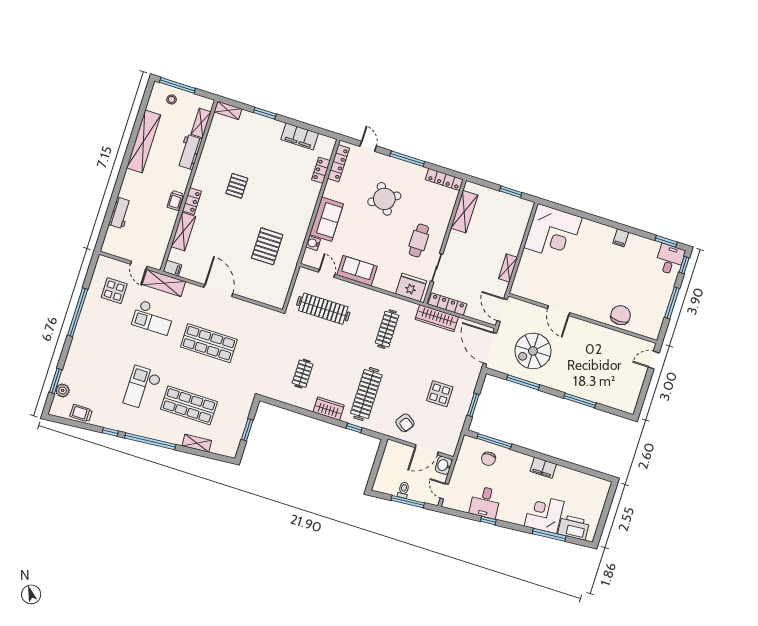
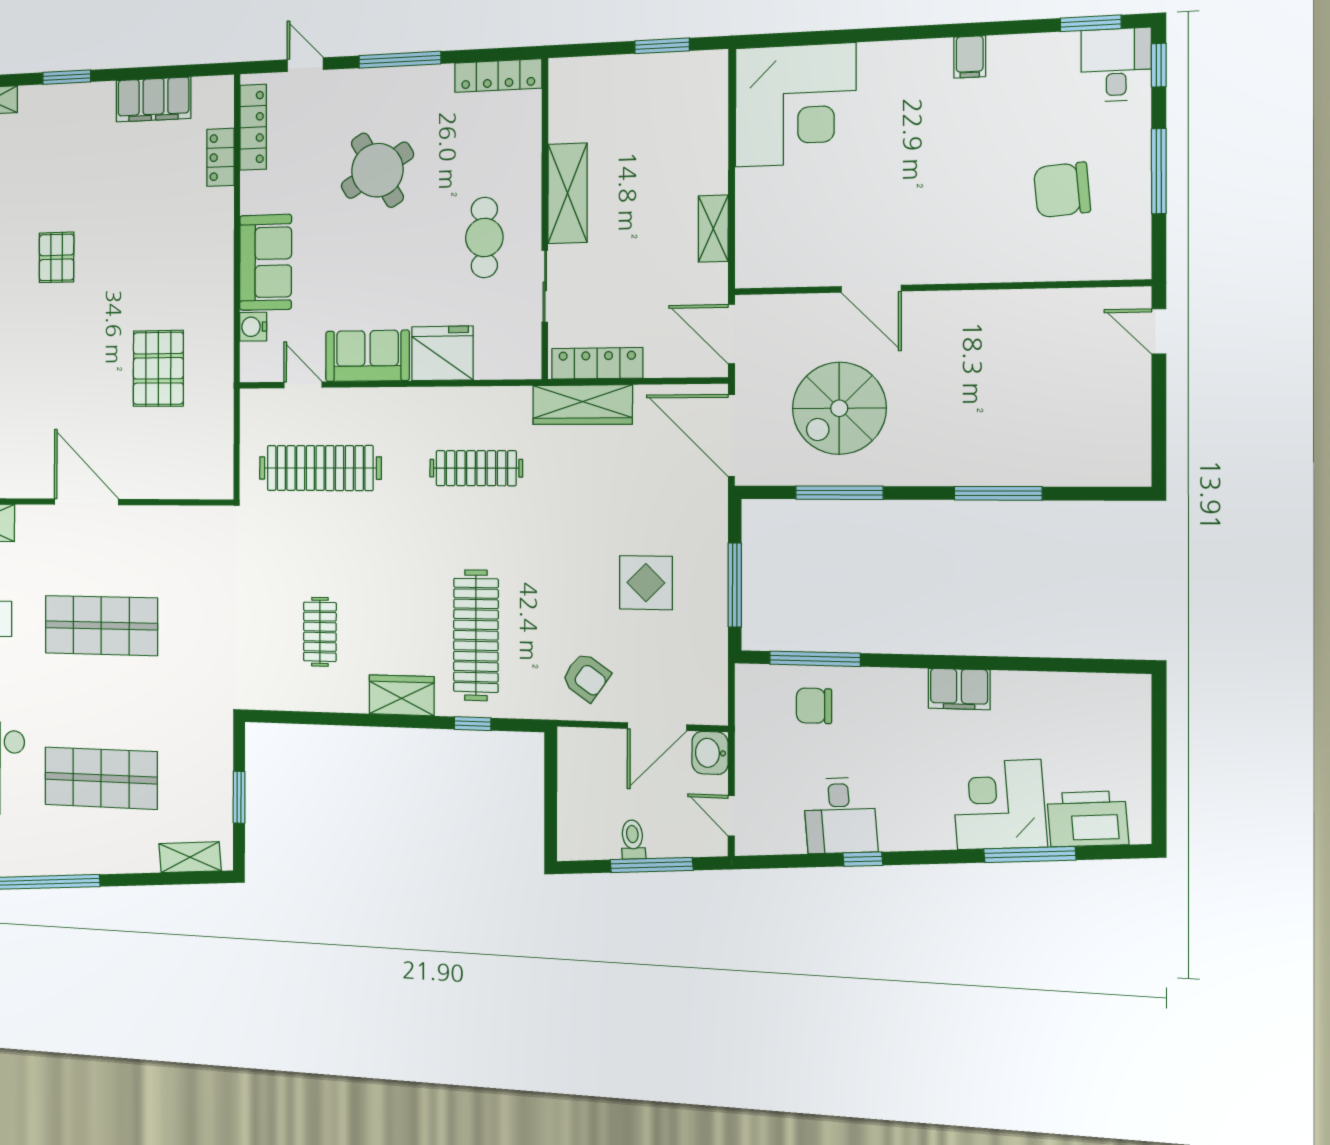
shelving: (464, 212) -> (567, 193), moved
fridge: (411, 287) -> (442, 353), moved
chair: (621, 315) -> (1062, 190), moved, turned -95
clothes rail: (387, 329) -> (476, 468), turned 90
door: (654, 360) -> (1159, 331), hinge flipped
window: (473, 405) -> (735, 585), width x1.44
shelving: (197, 443) -> (190, 857), moved
chair: (488, 459) -> (814, 706), turned 90

